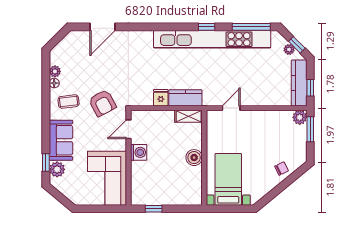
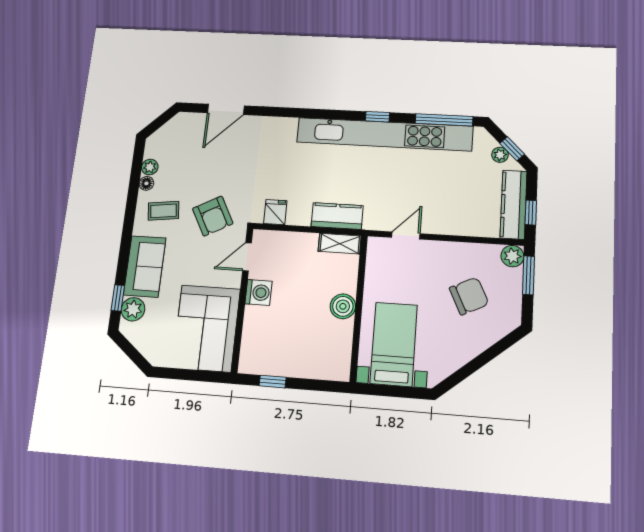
fridge: (161, 98) -> (275, 212), moved
chair: (282, 169) -> (469, 296), moved, width x1.87, depth x1.87

